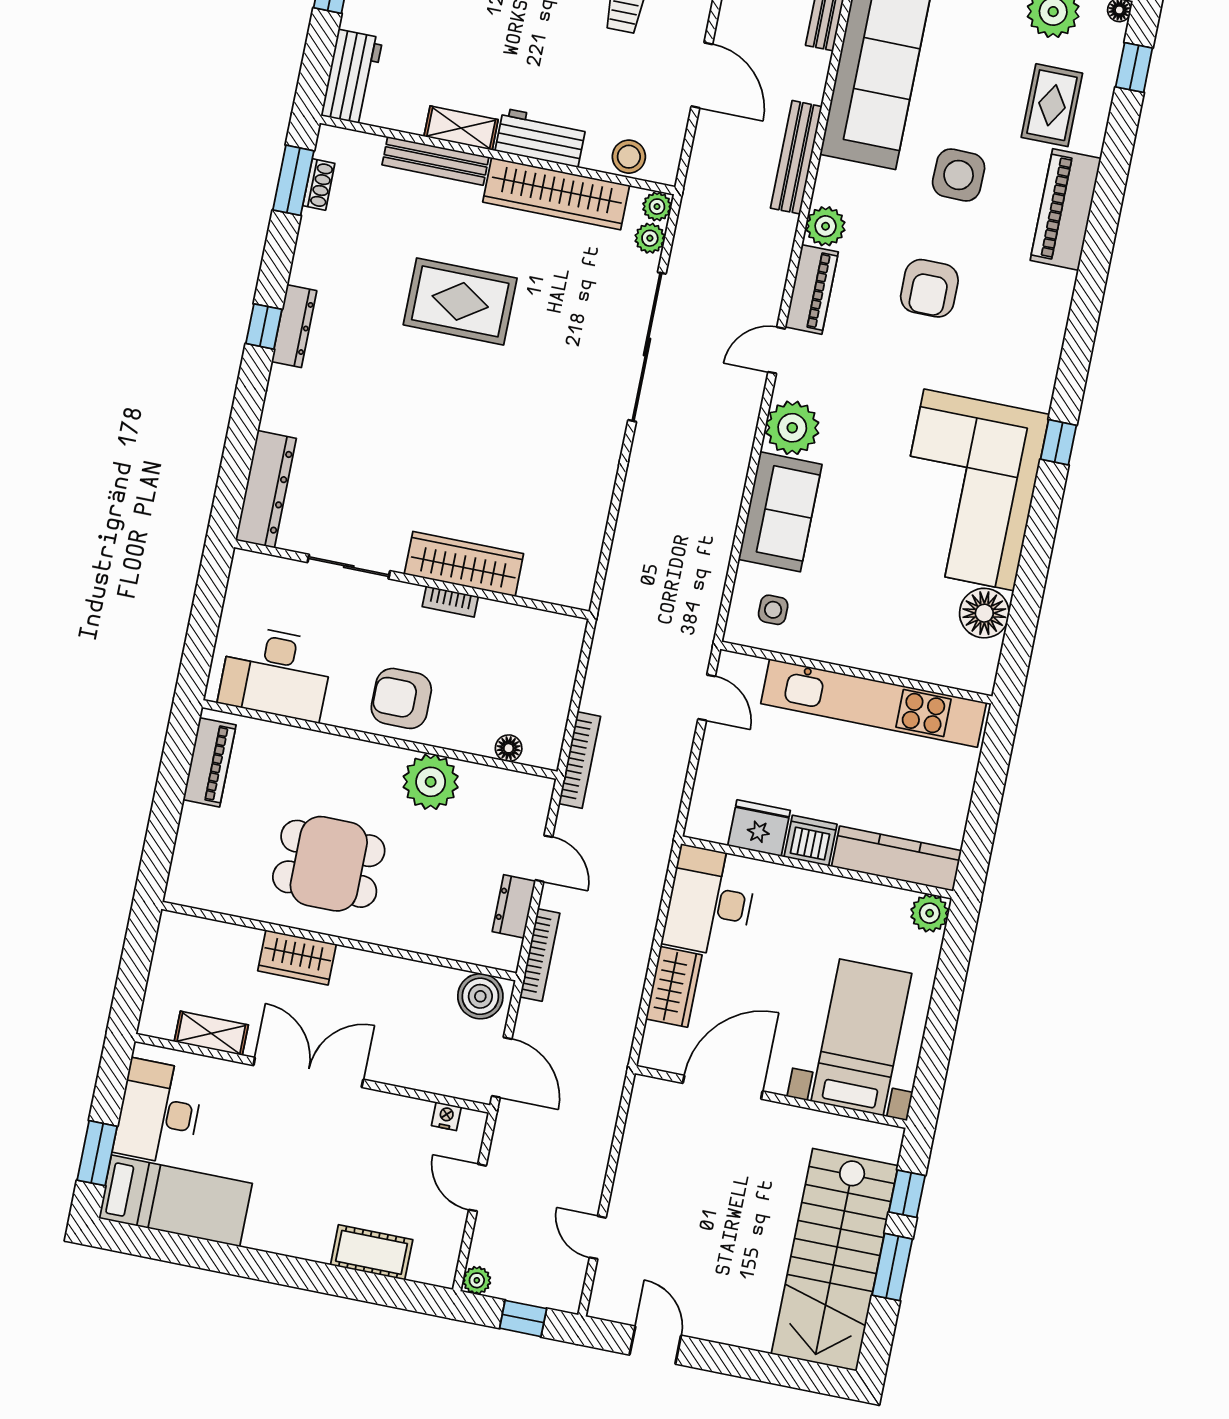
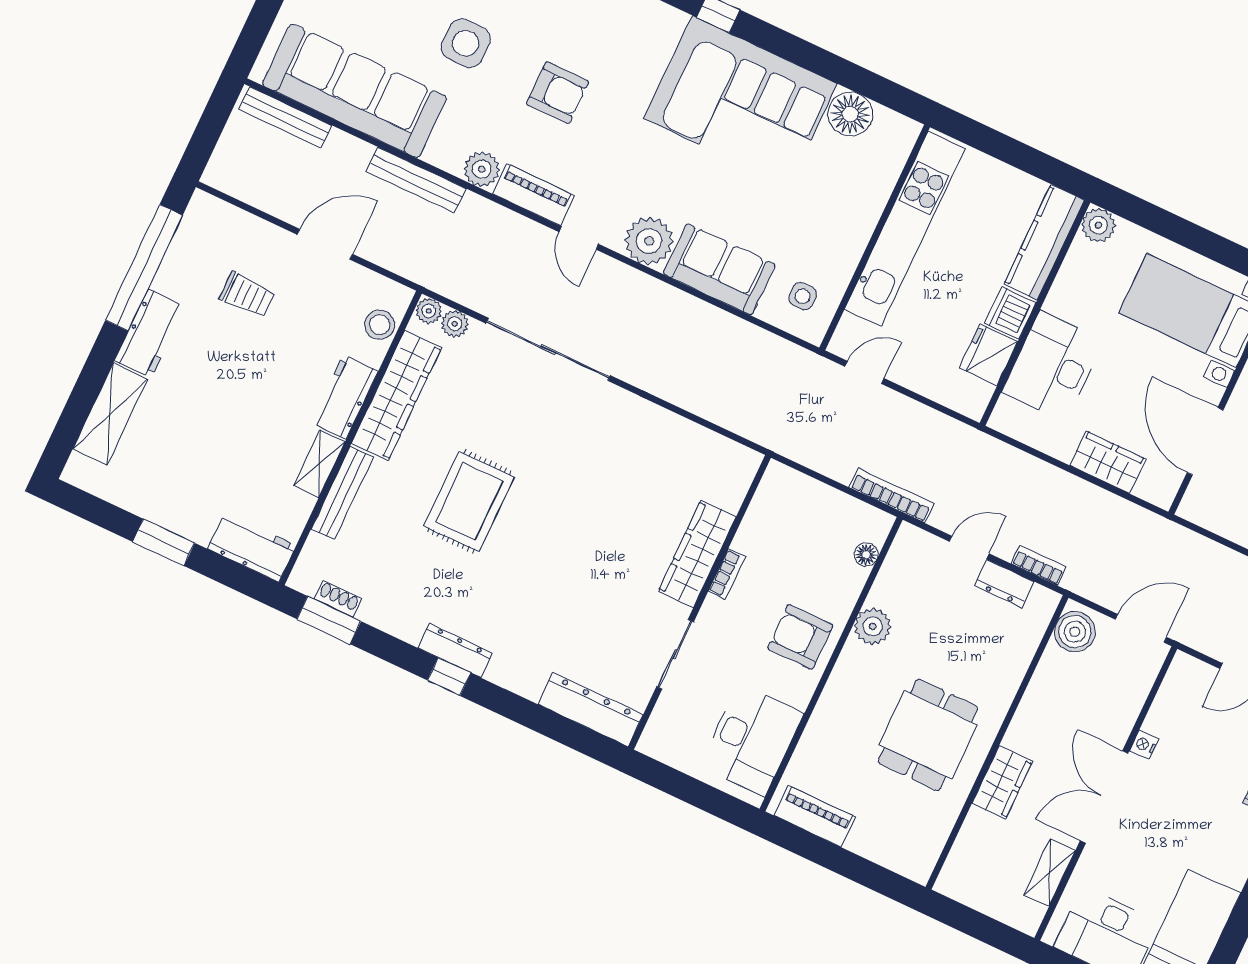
armchair: (401, 698) -> (800, 637), turned 90
plant: (431, 782) -> (873, 626), width x0.73, depth x0.73
desk: (710, 901) -> (1053, 366), moved, turned 90
bookcase: (540, 955) -> (1039, 565), width x0.64
nightstand: (446, 1116) -> (1144, 745), moved

